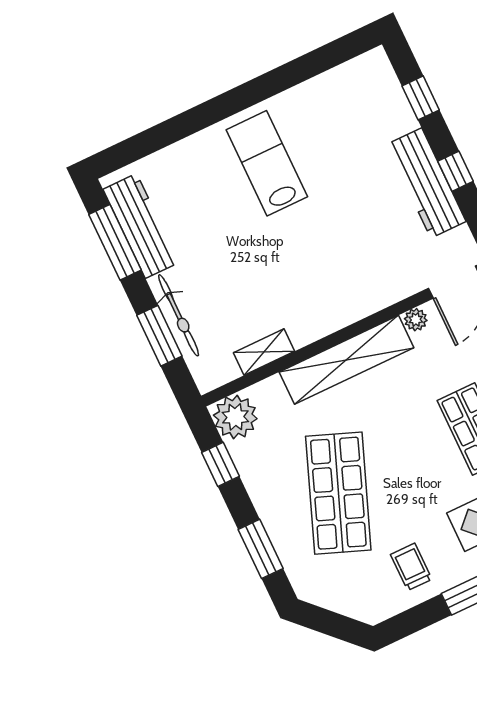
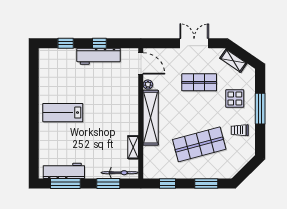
bicycle: (179, 315) -> (120, 173), moved
plant: (235, 417) -> (152, 169), removed
shop shelf: (338, 493) -> (199, 144), turned -36

